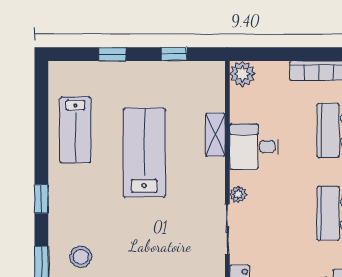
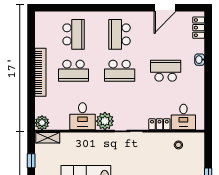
shelving: (215, 135) -> (48, 138), moved
plant: (238, 194) -> (105, 121), width x1.88, depth x1.88

